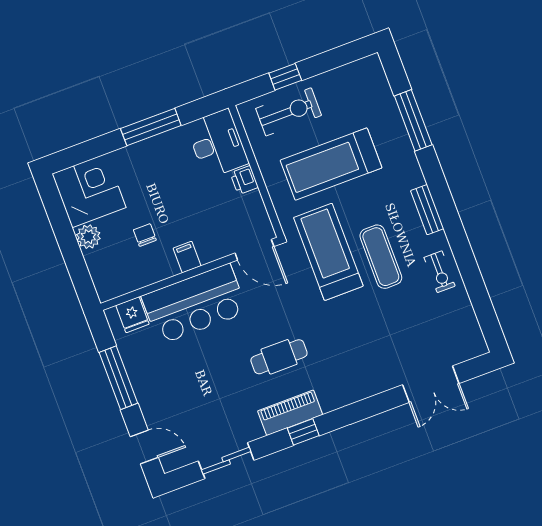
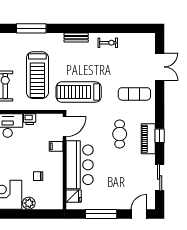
filing cabinet: (187, 257) -> (56, 146), moved
exercise mat: (381, 257) -> (134, 94), moved

